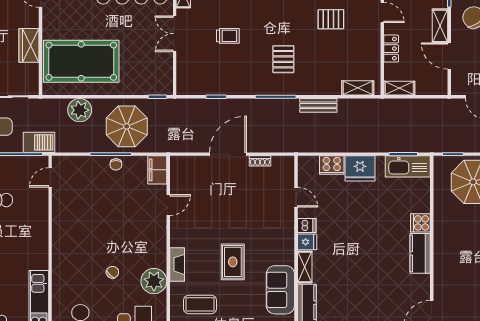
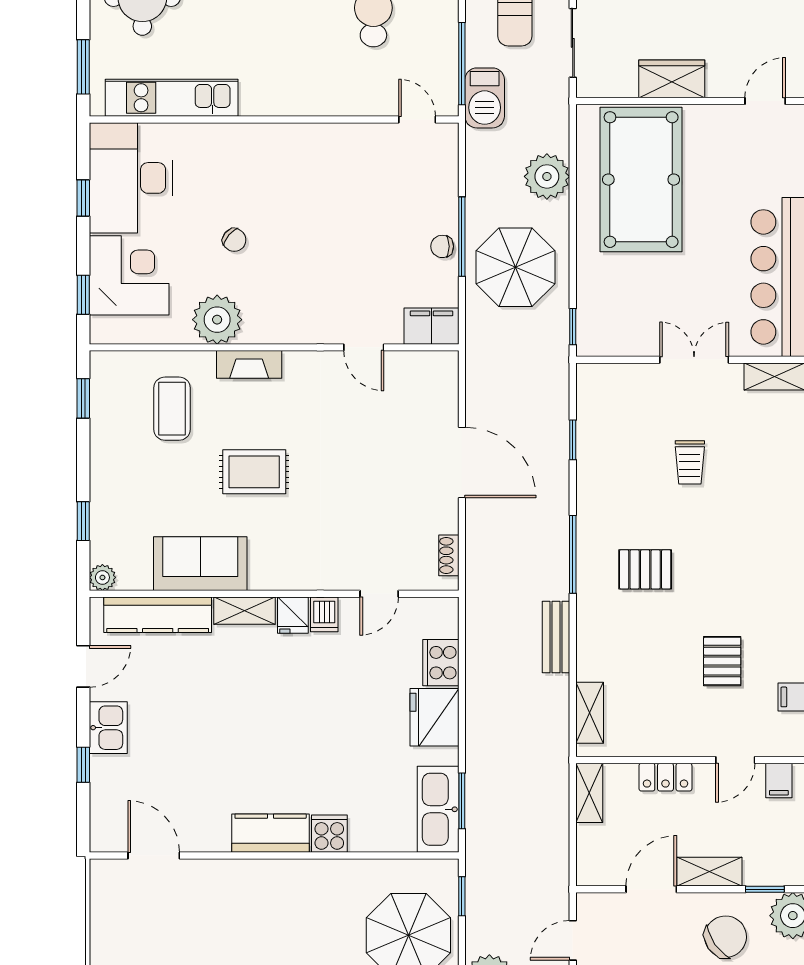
shoe rack: (260, 161) -> (449, 555), moved

